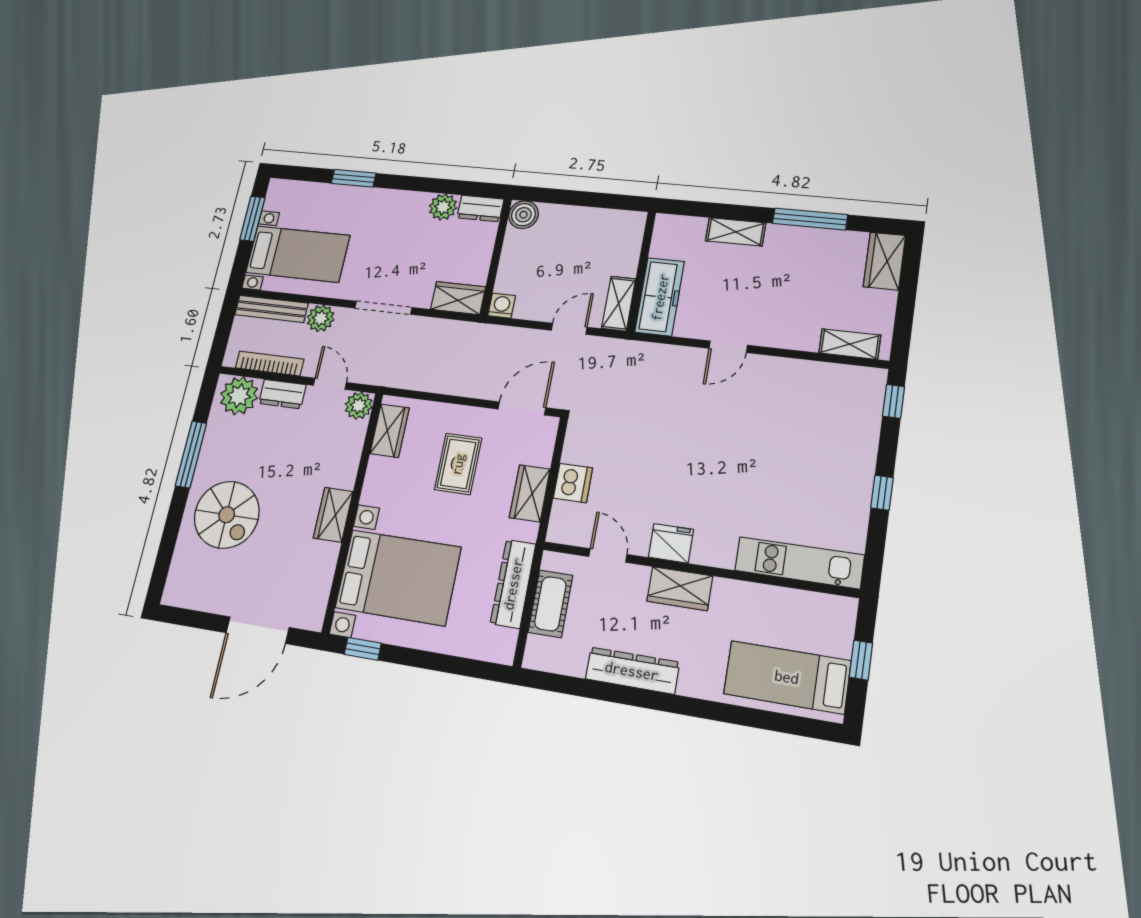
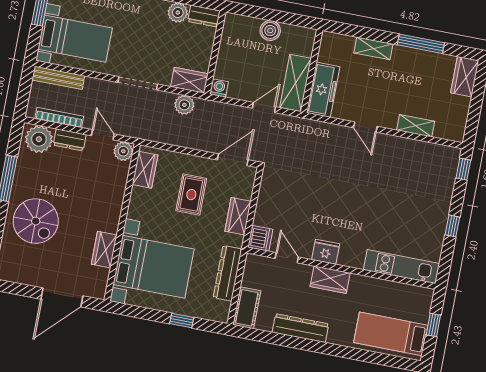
boiler: (523, 215) -> (270, 31), moved
shelving: (619, 304) -> (296, 83), width x1.50, depth x1.33
plant: (321, 318) -> (184, 105), moved
shelving: (850, 344) -> (416, 126), moved
door: (728, 347) -> (365, 127), hinge flipped
dishwasher: (573, 483) -> (260, 238), moved
wardrobe: (333, 515) -> (104, 250), moved
cot: (550, 604) -> (247, 308), moved
window: (363, 649) -> (182, 320), moved

